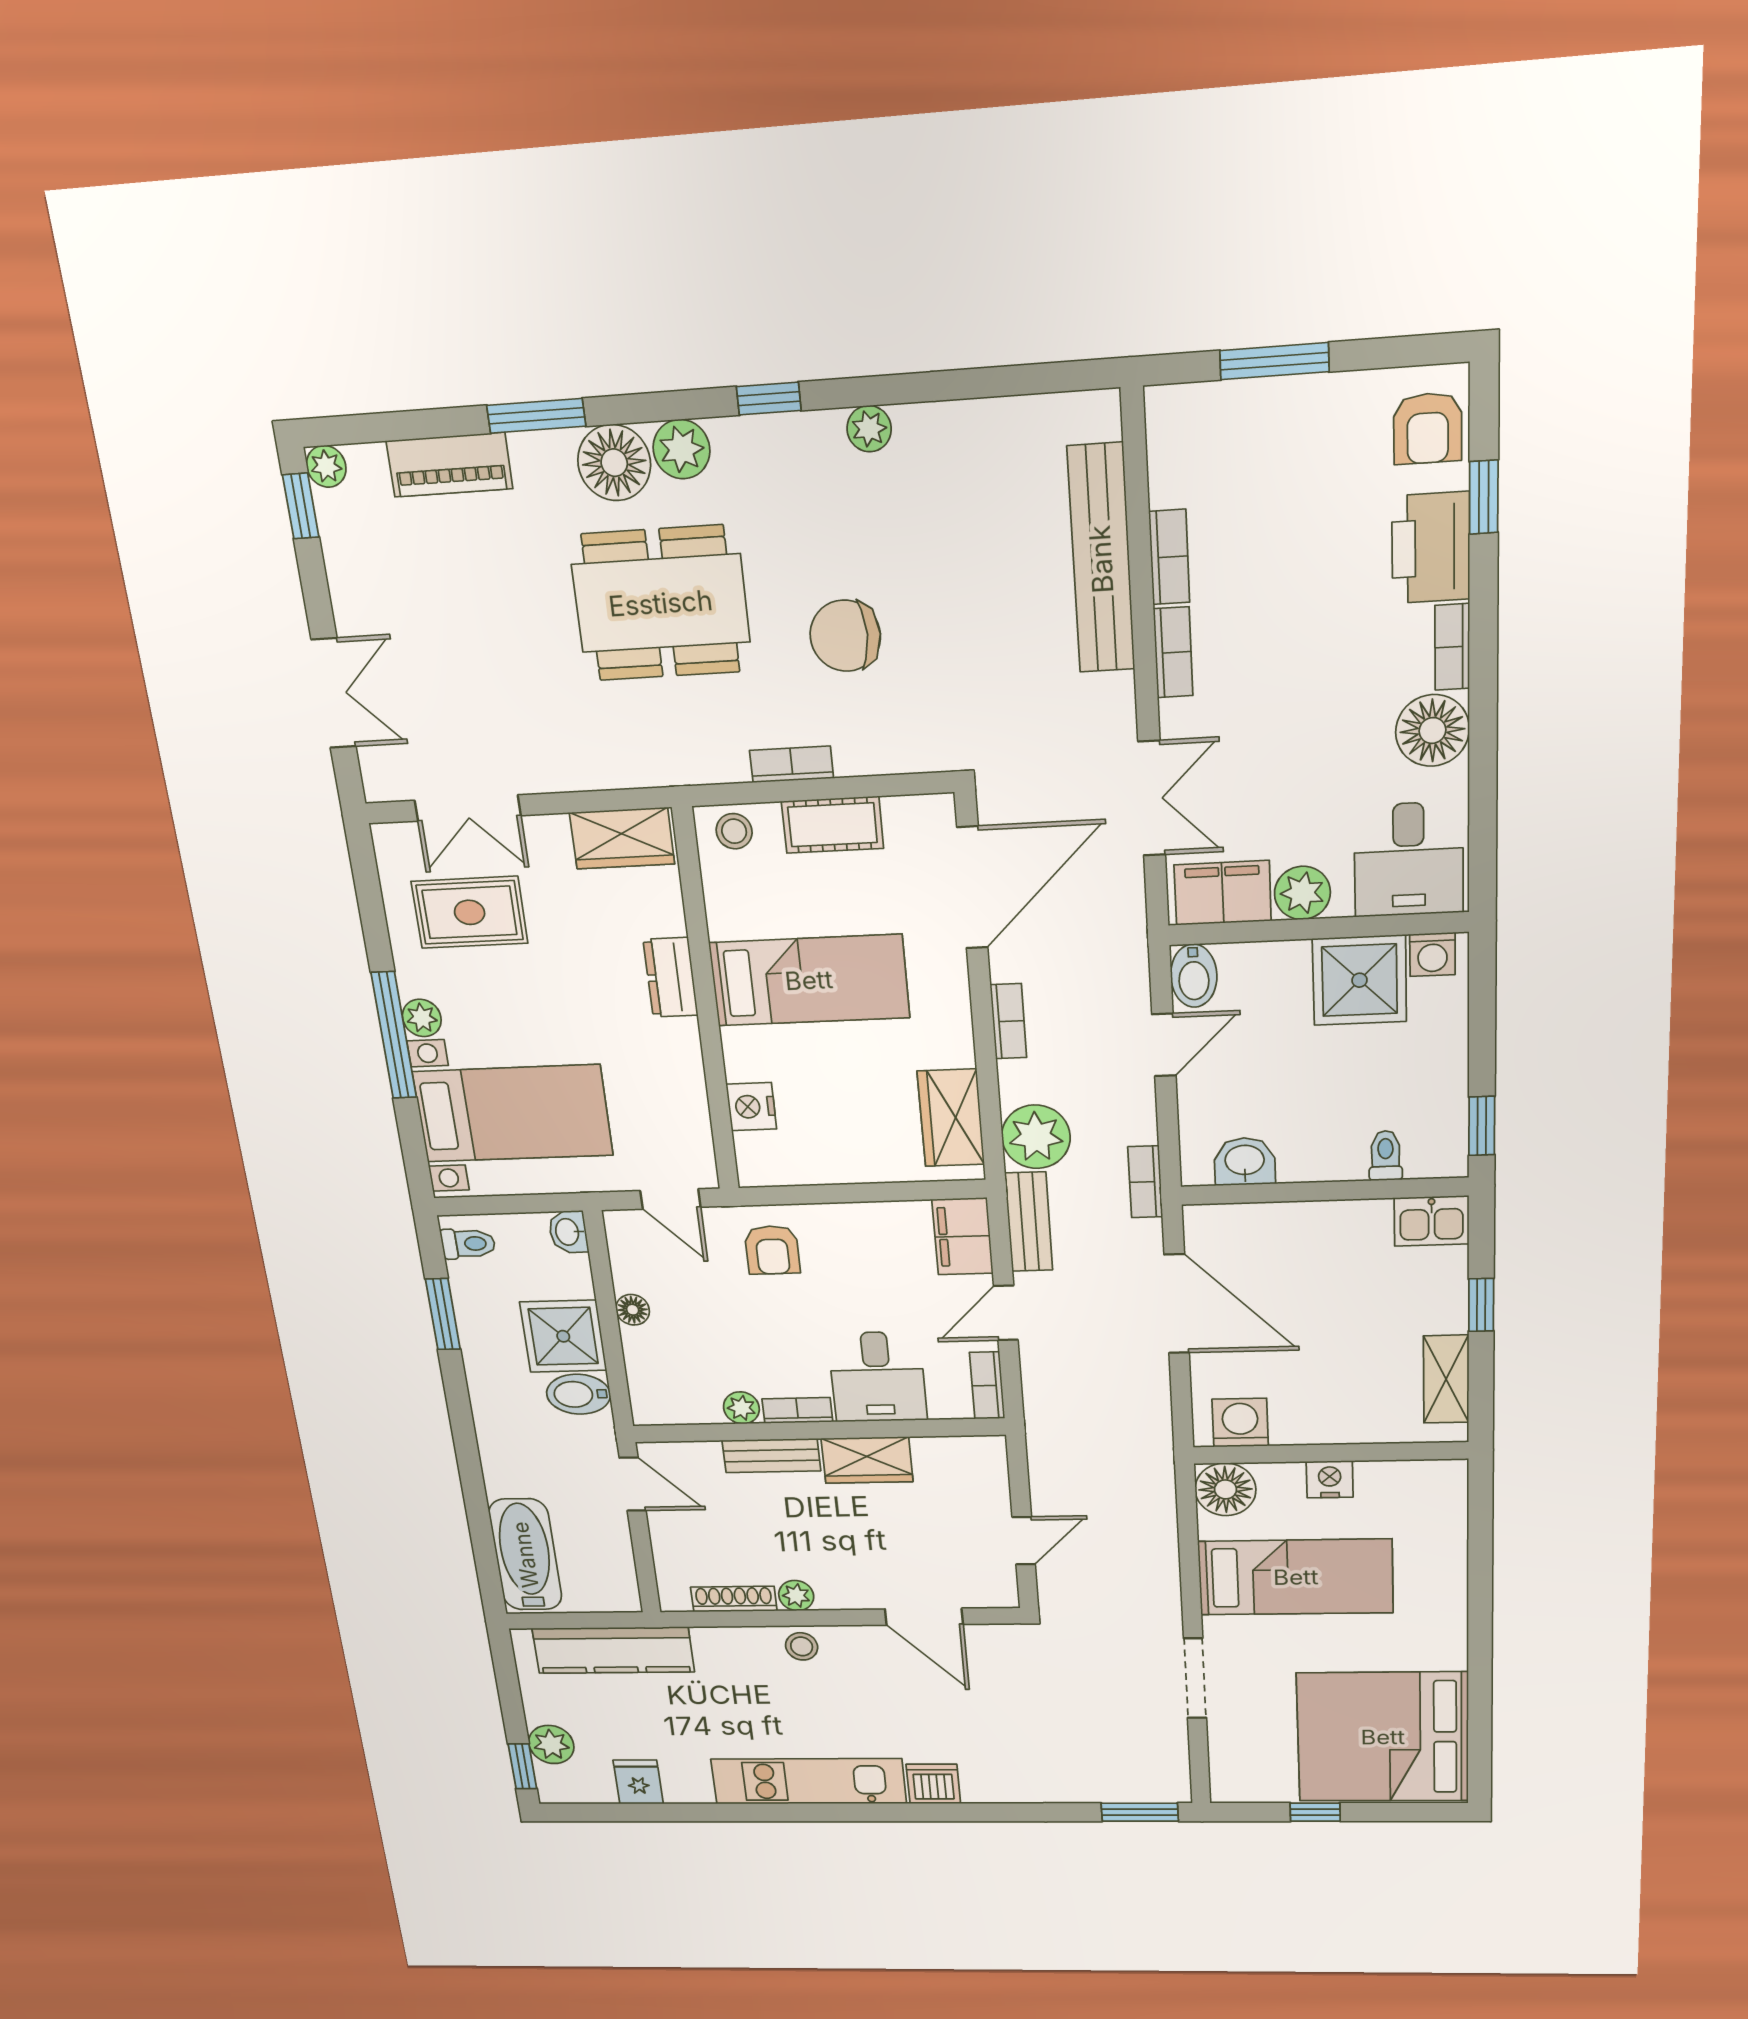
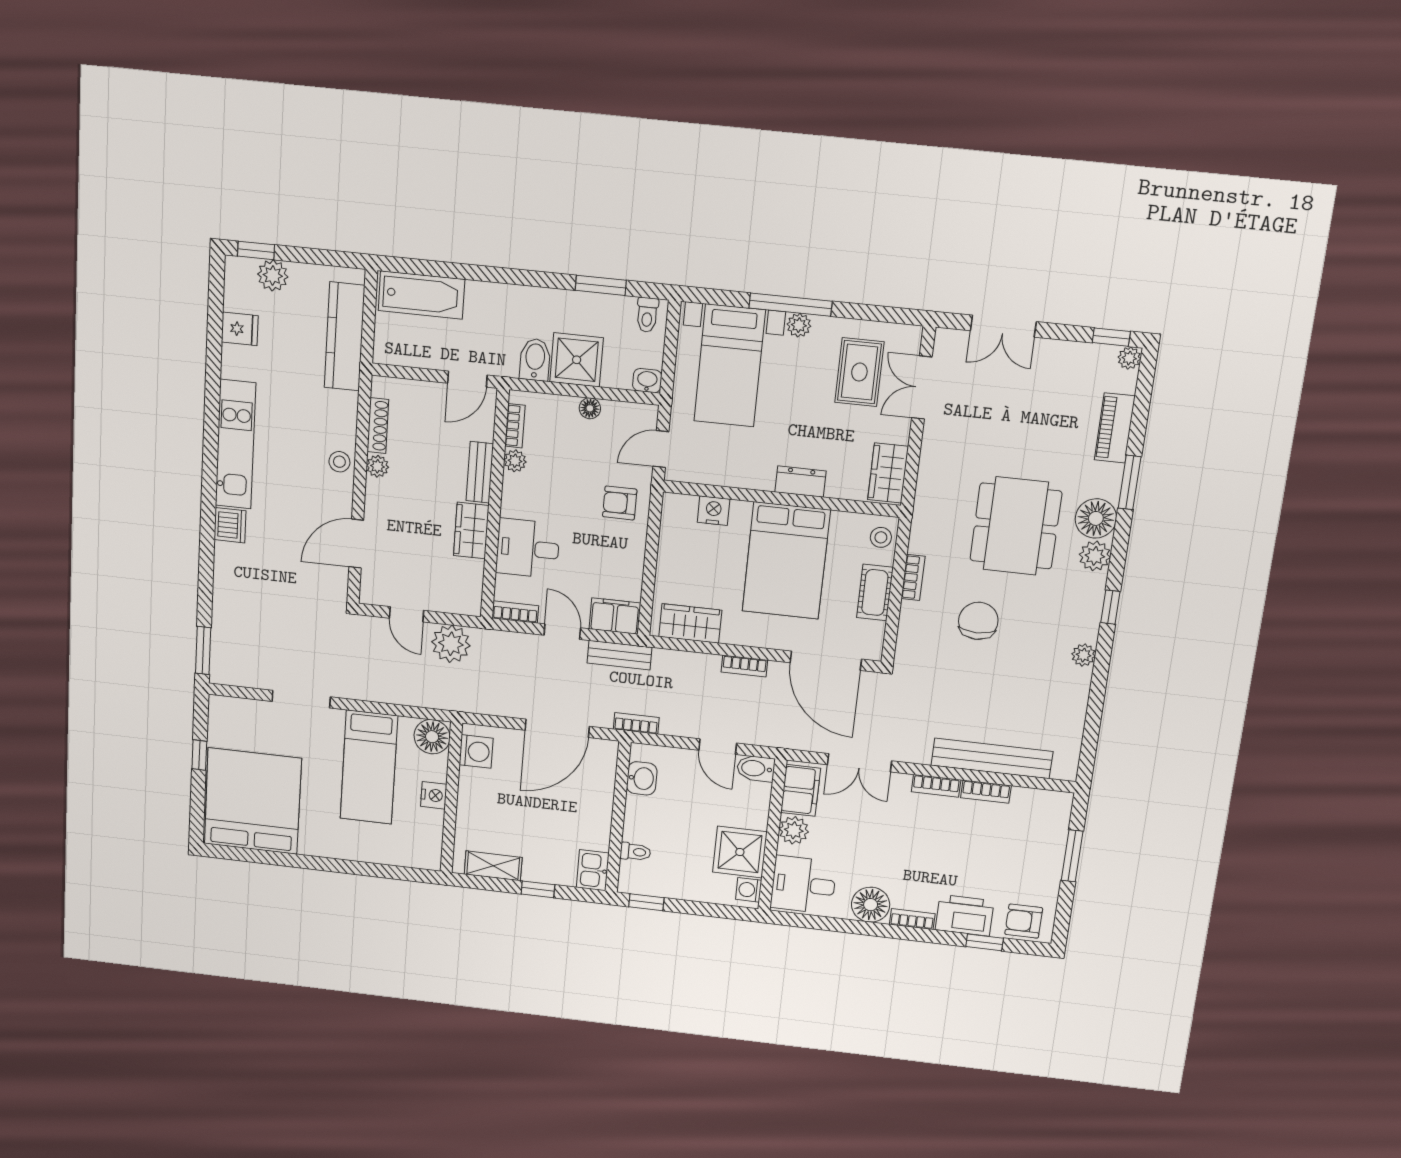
bed: (809, 980) -> (786, 561), width x1.50
plant: (1036, 1137) -> (451, 644), moved
bookcase: (797, 1410) -> (515, 426), moved

